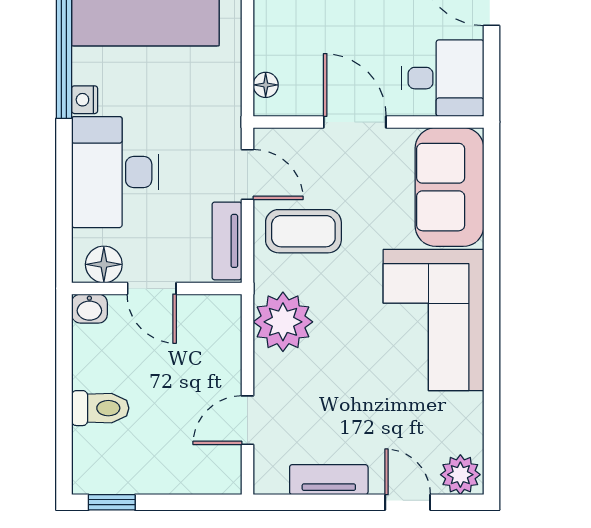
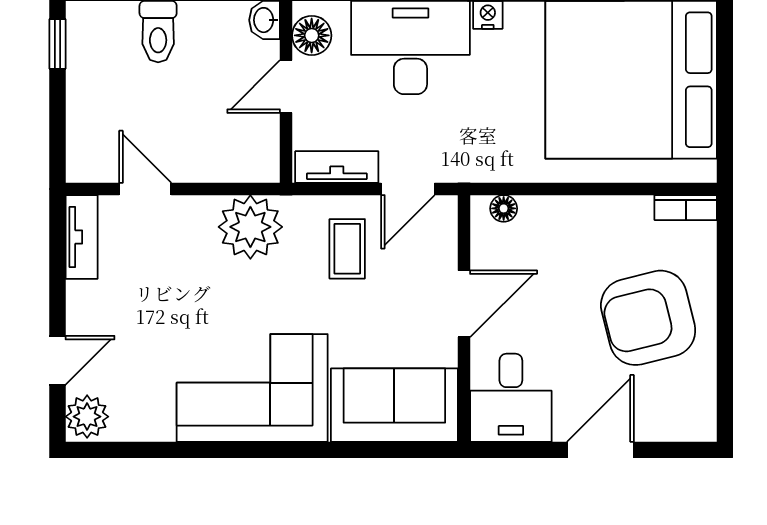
coffee table: (303, 231) -> (347, 249), width x0.73, depth x0.77
tv unit: (329, 480) -> (82, 237), moved

